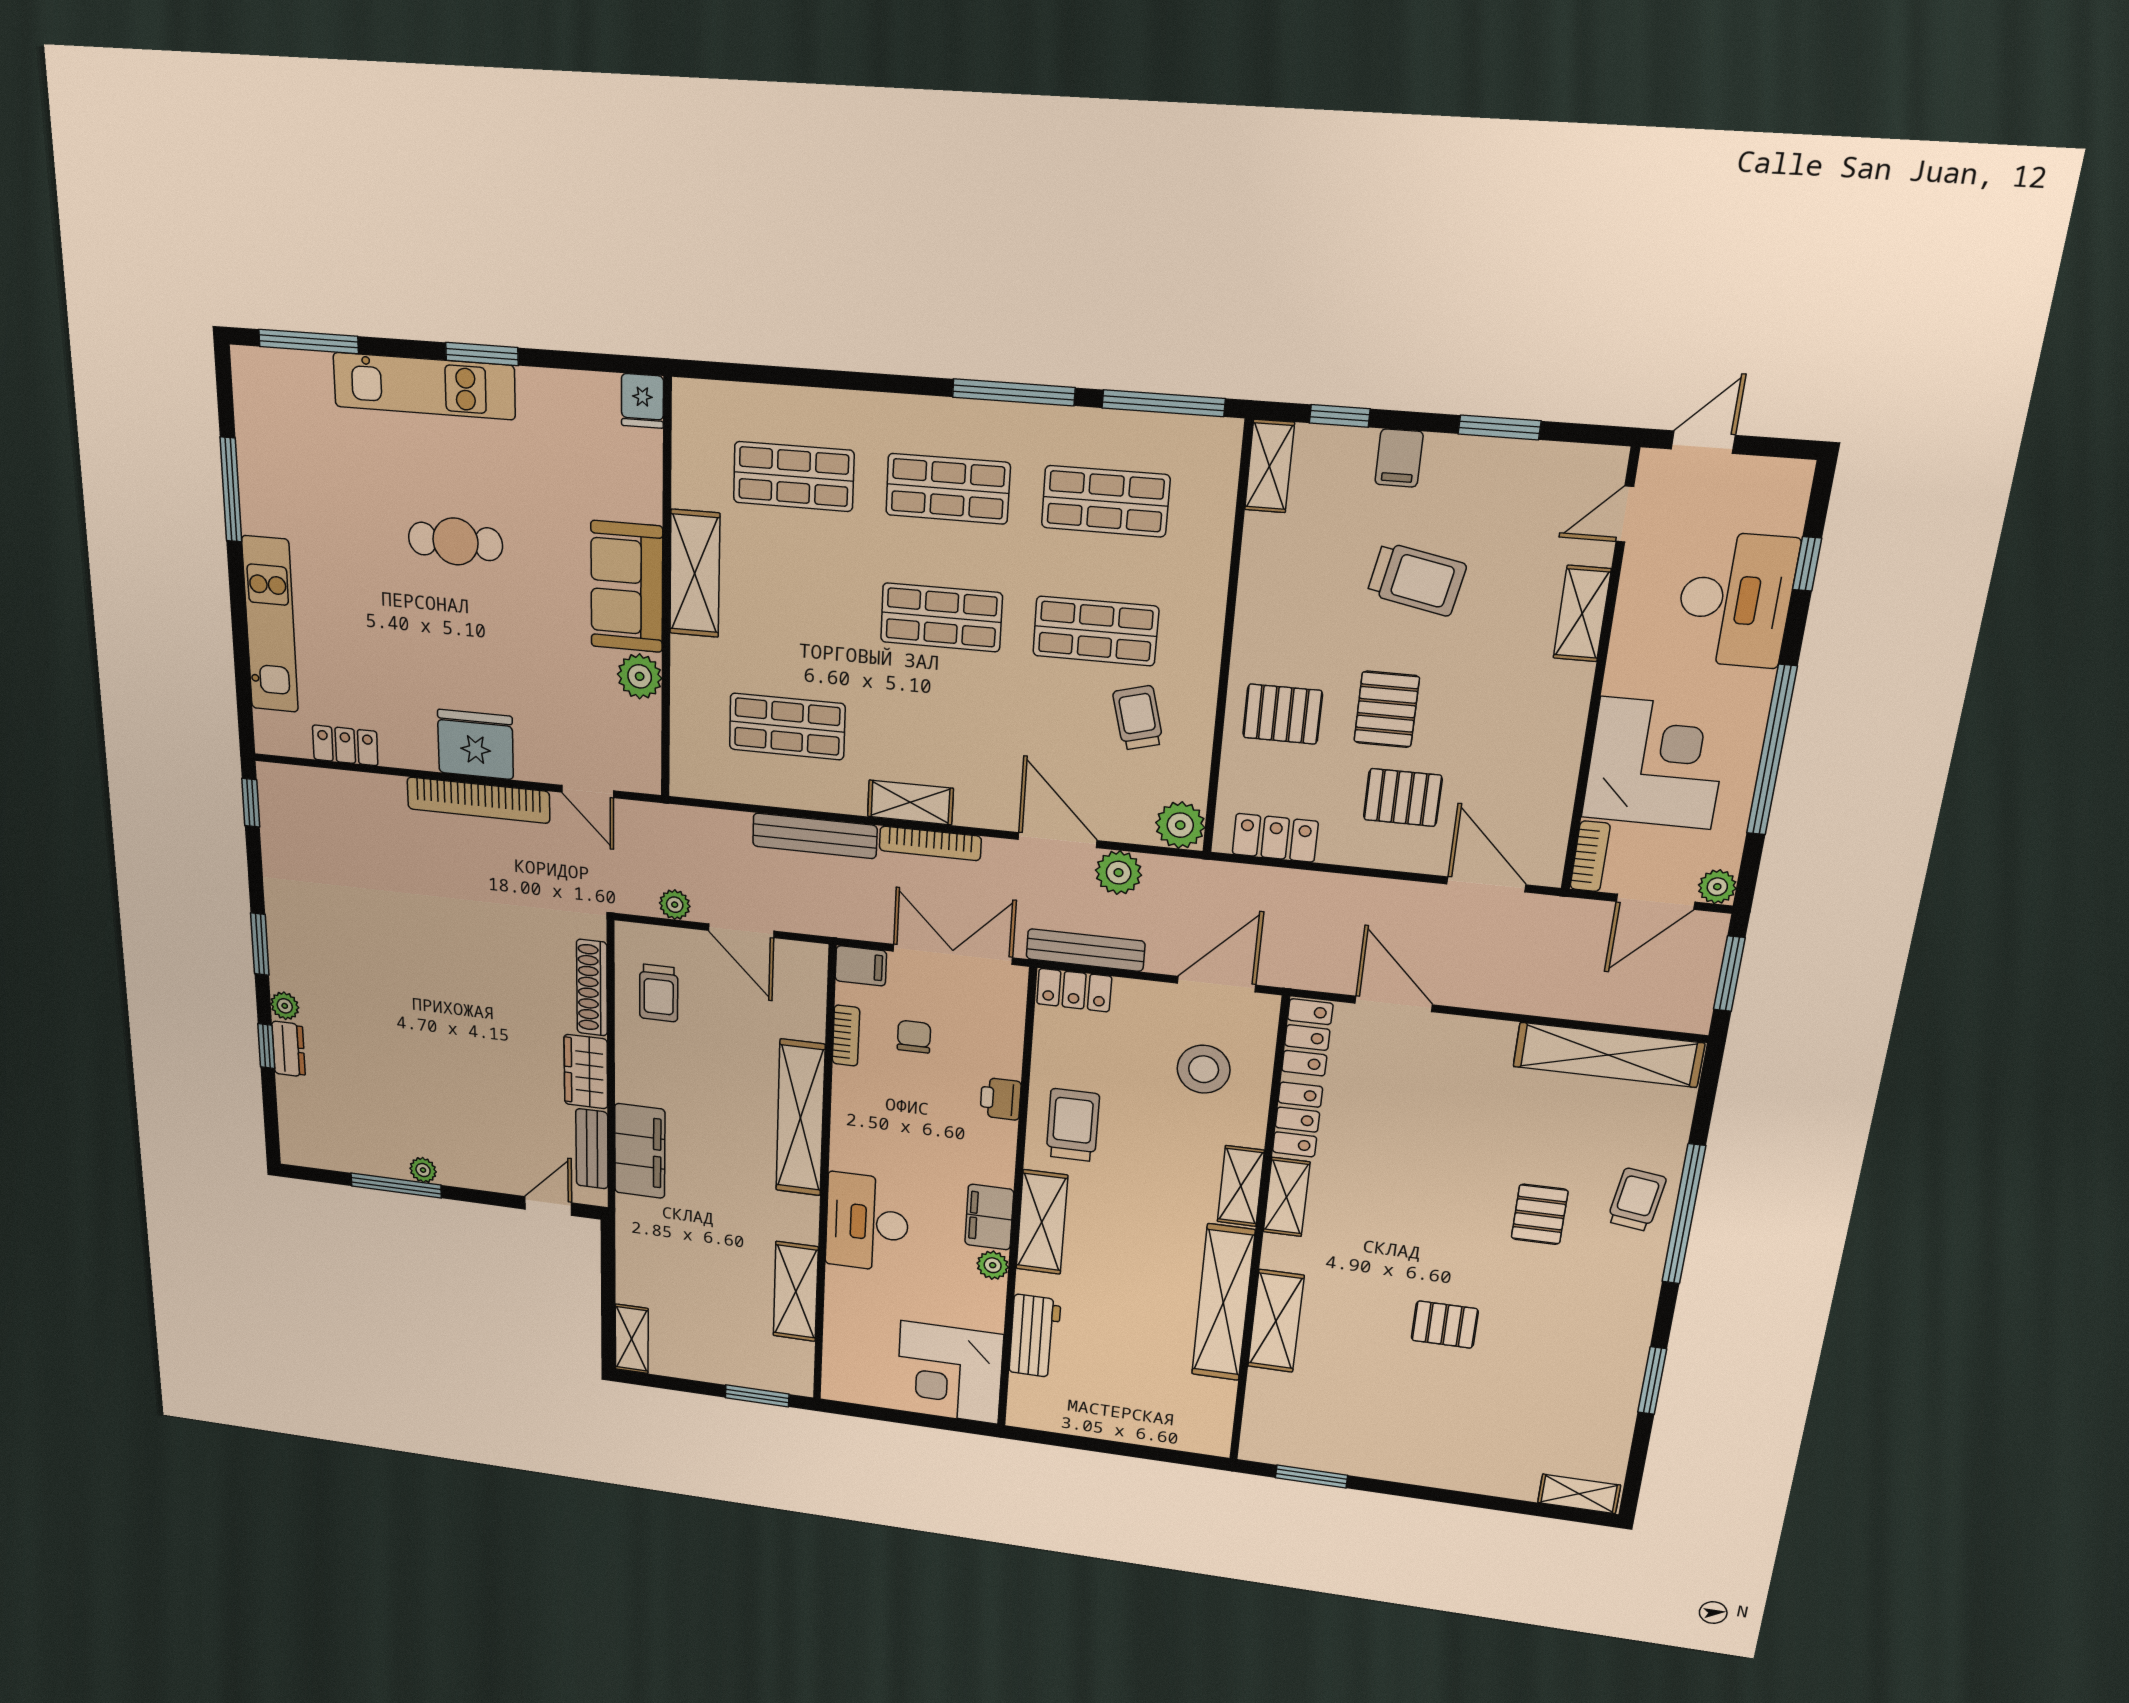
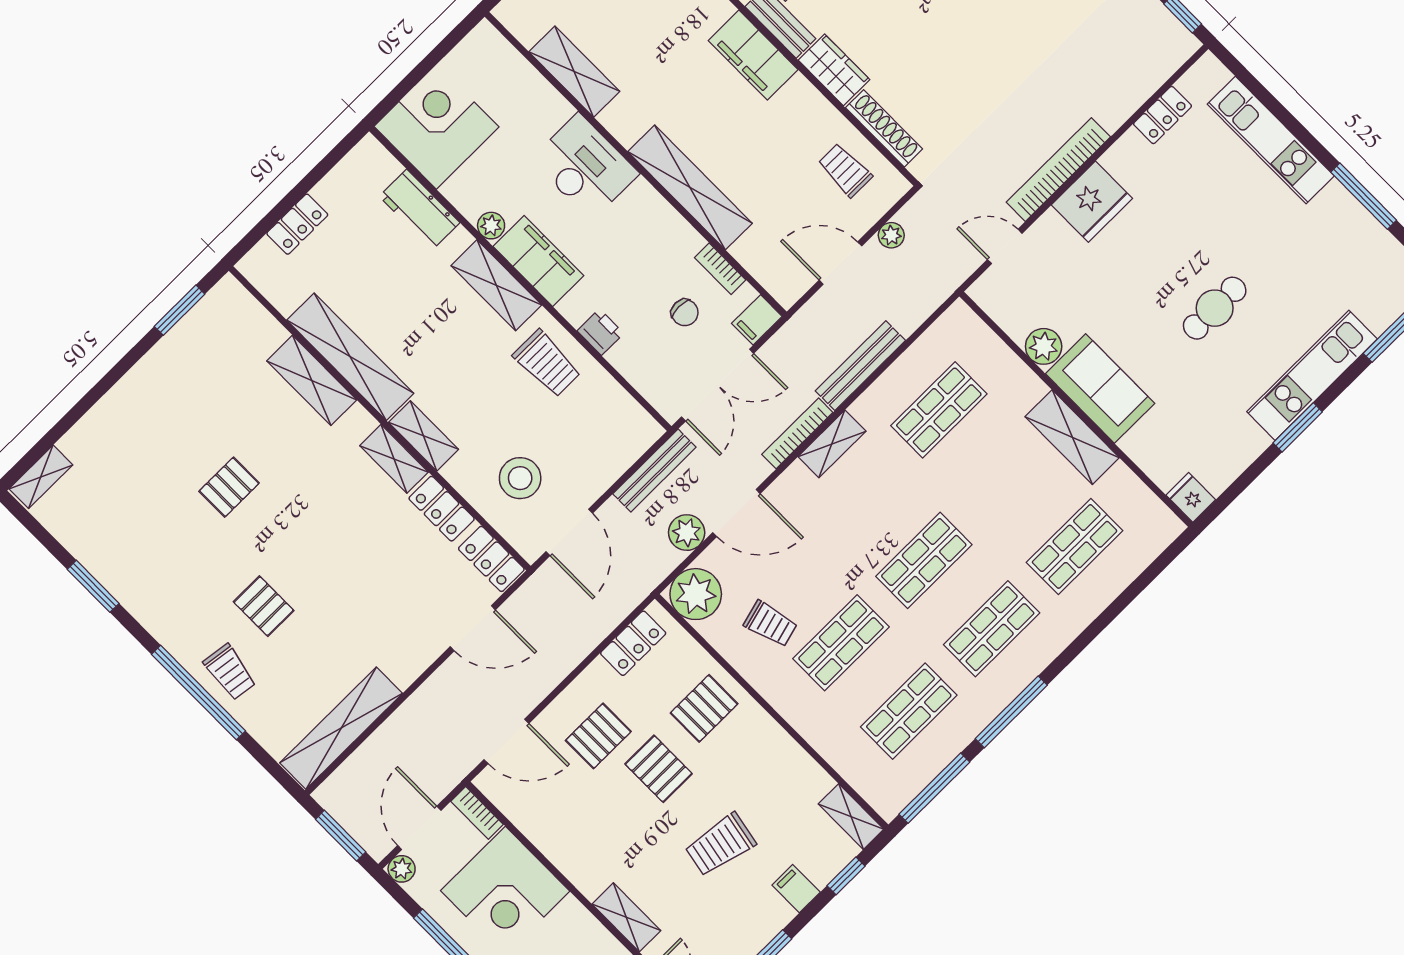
plant: (1180, 825) -> (696, 594), width x1.36, depth x1.36
locker: (1074, 990) -> (297, 224), moved, turned 180
filing cabinet: (989, 1217) -> (538, 261), width x1.50, depth x1.17

